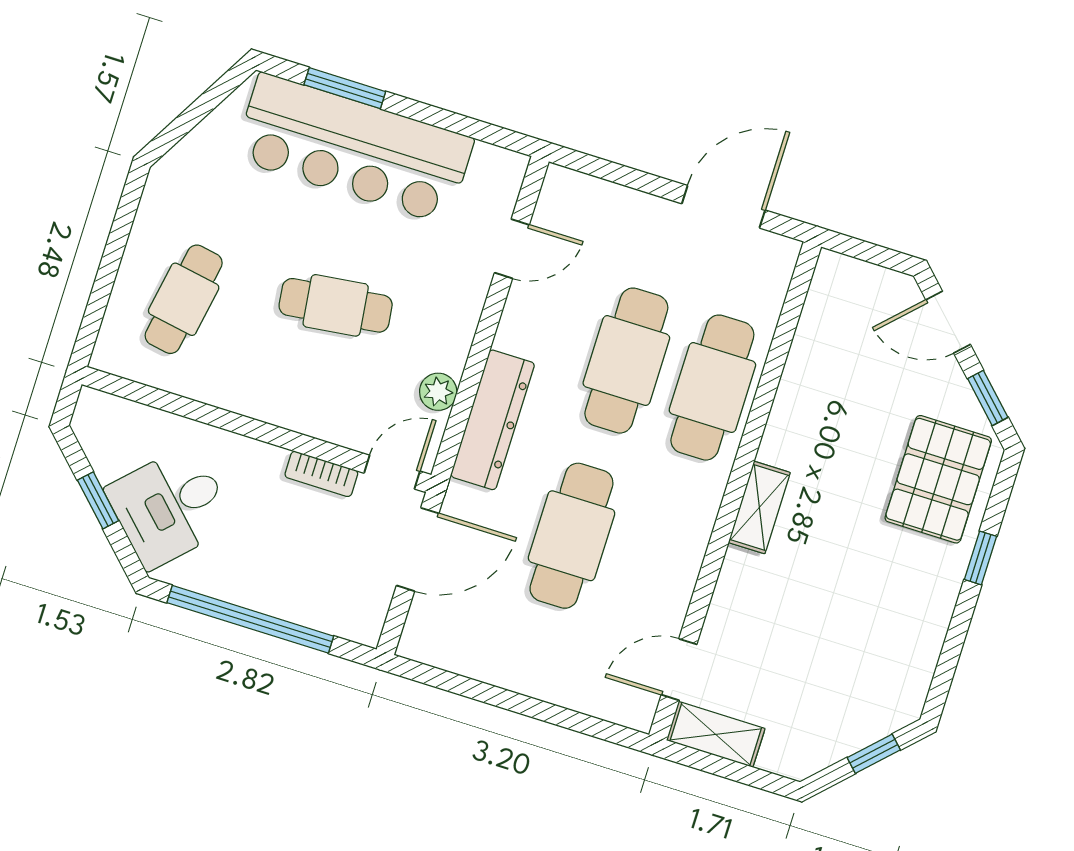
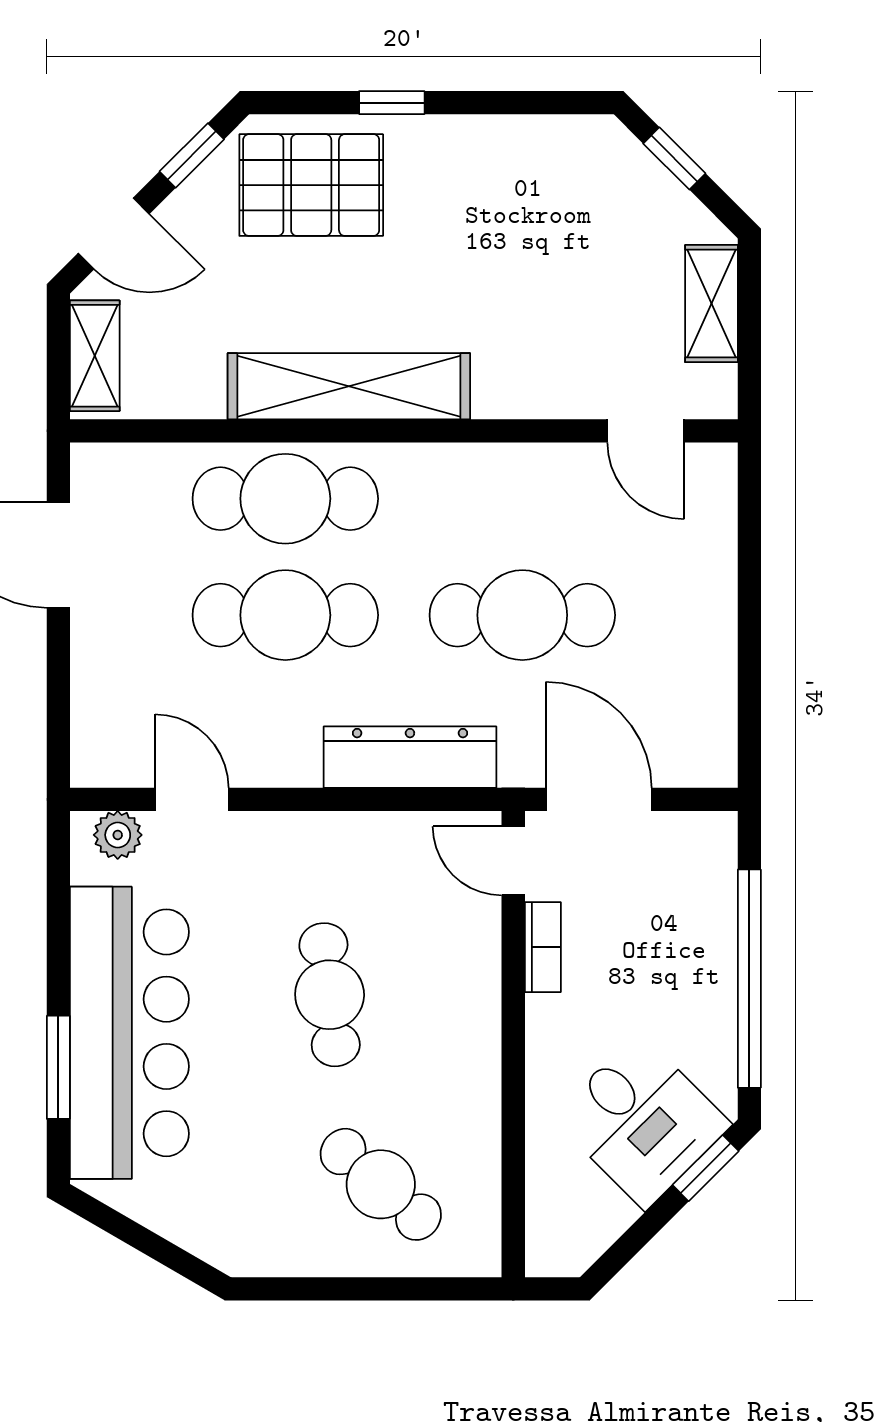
shelving: (862, 280) -> (95, 356), added
cafe table: (184, 299) -> (381, 1184), turned 31
door: (948, 322) -> (114, 234), hinge flipped
plant: (438, 392) -> (118, 835), moved
window: (98, 500) -> (706, 1168), moved
shelving: (759, 507) -> (349, 386), width x2.20, depth x1.33
shelving: (716, 734) -> (711, 304), moved

